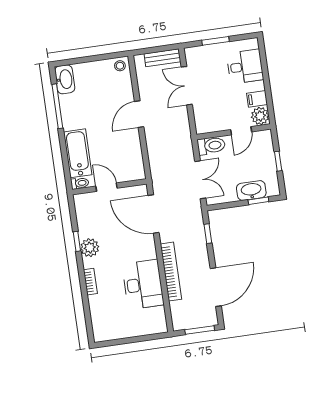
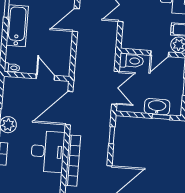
bathtub: (78, 153) -> (17, 26), moved
door: (106, 187) -> (45, 77), moved
door: (154, 214) -> (69, 108), hinge flipped
desk: (143, 284) -> (48, 151), moved

